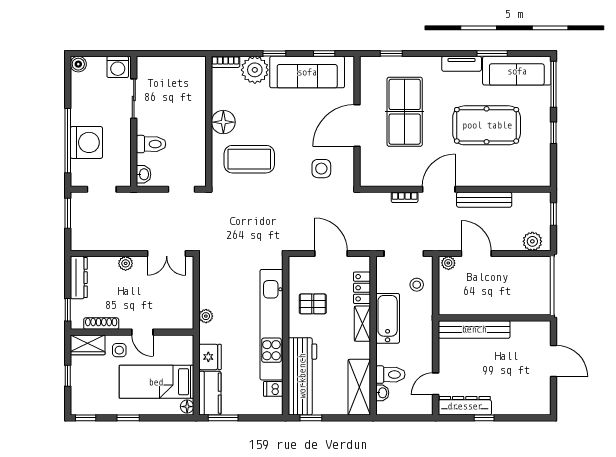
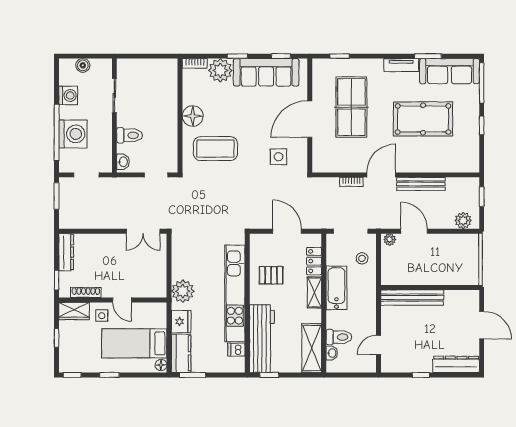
boiler: (78, 64) -> (83, 65), moved
washing machine: (118, 67) -> (68, 95), moved, turned -90
plant: (126, 263) -> (107, 240), removed
plant: (206, 316) -> (183, 291), width x1.88, depth x1.88
dresser: (465, 406) -> (456, 364), moved

